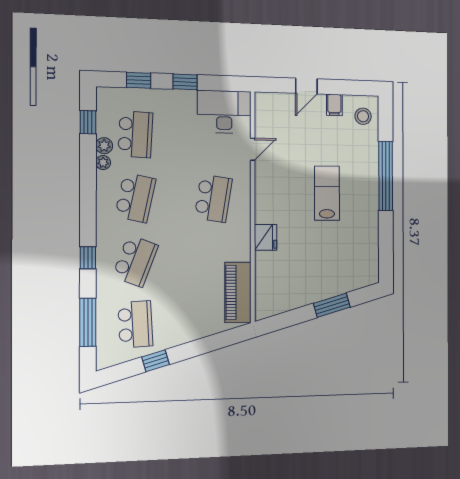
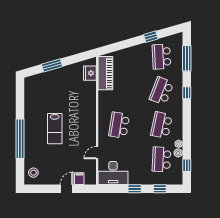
filing cabinet: (334, 105) -> (79, 179), moved
fridge: (266, 237) -> (90, 73), moved

